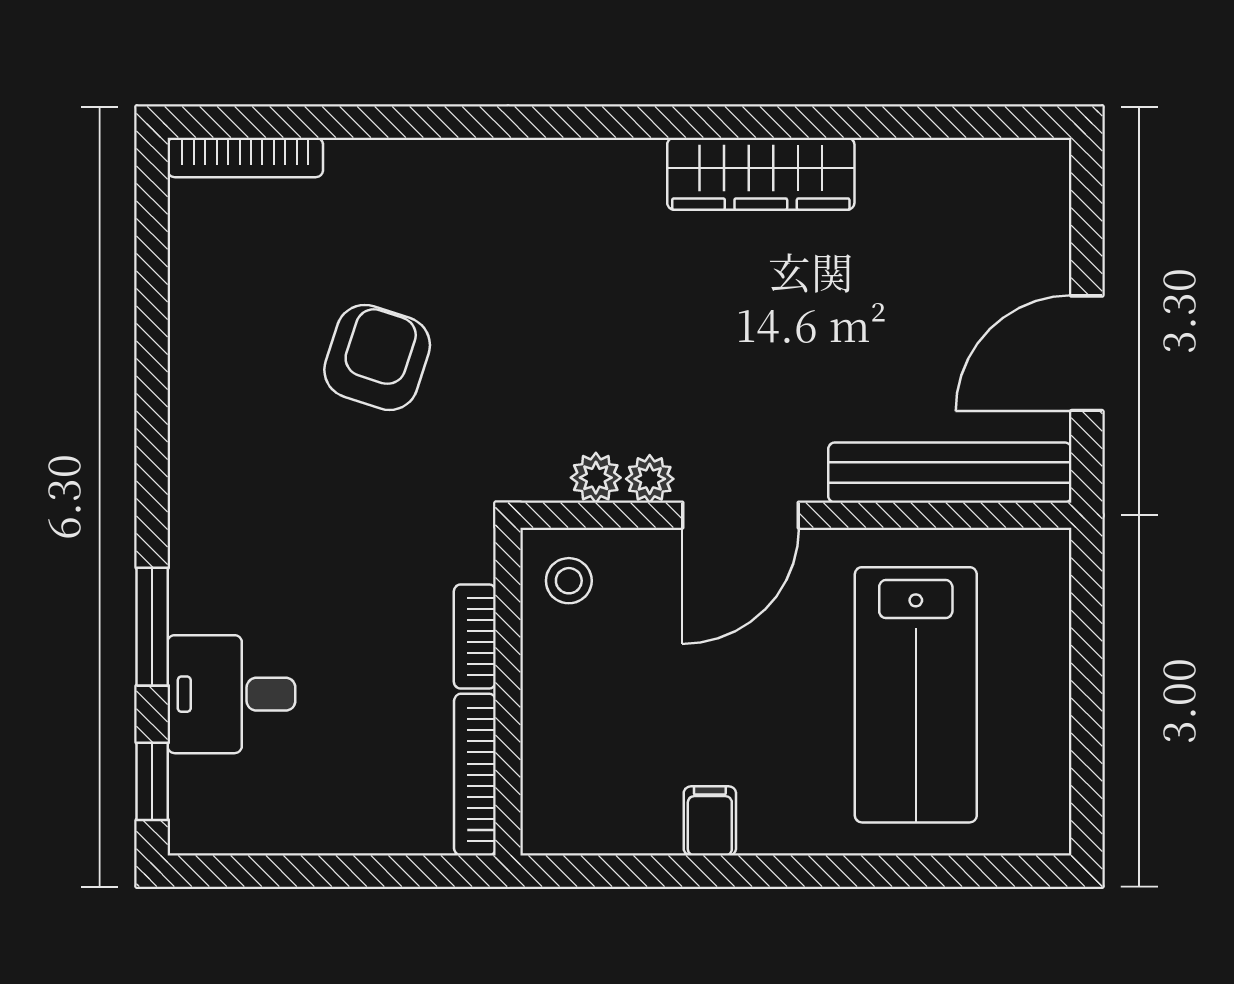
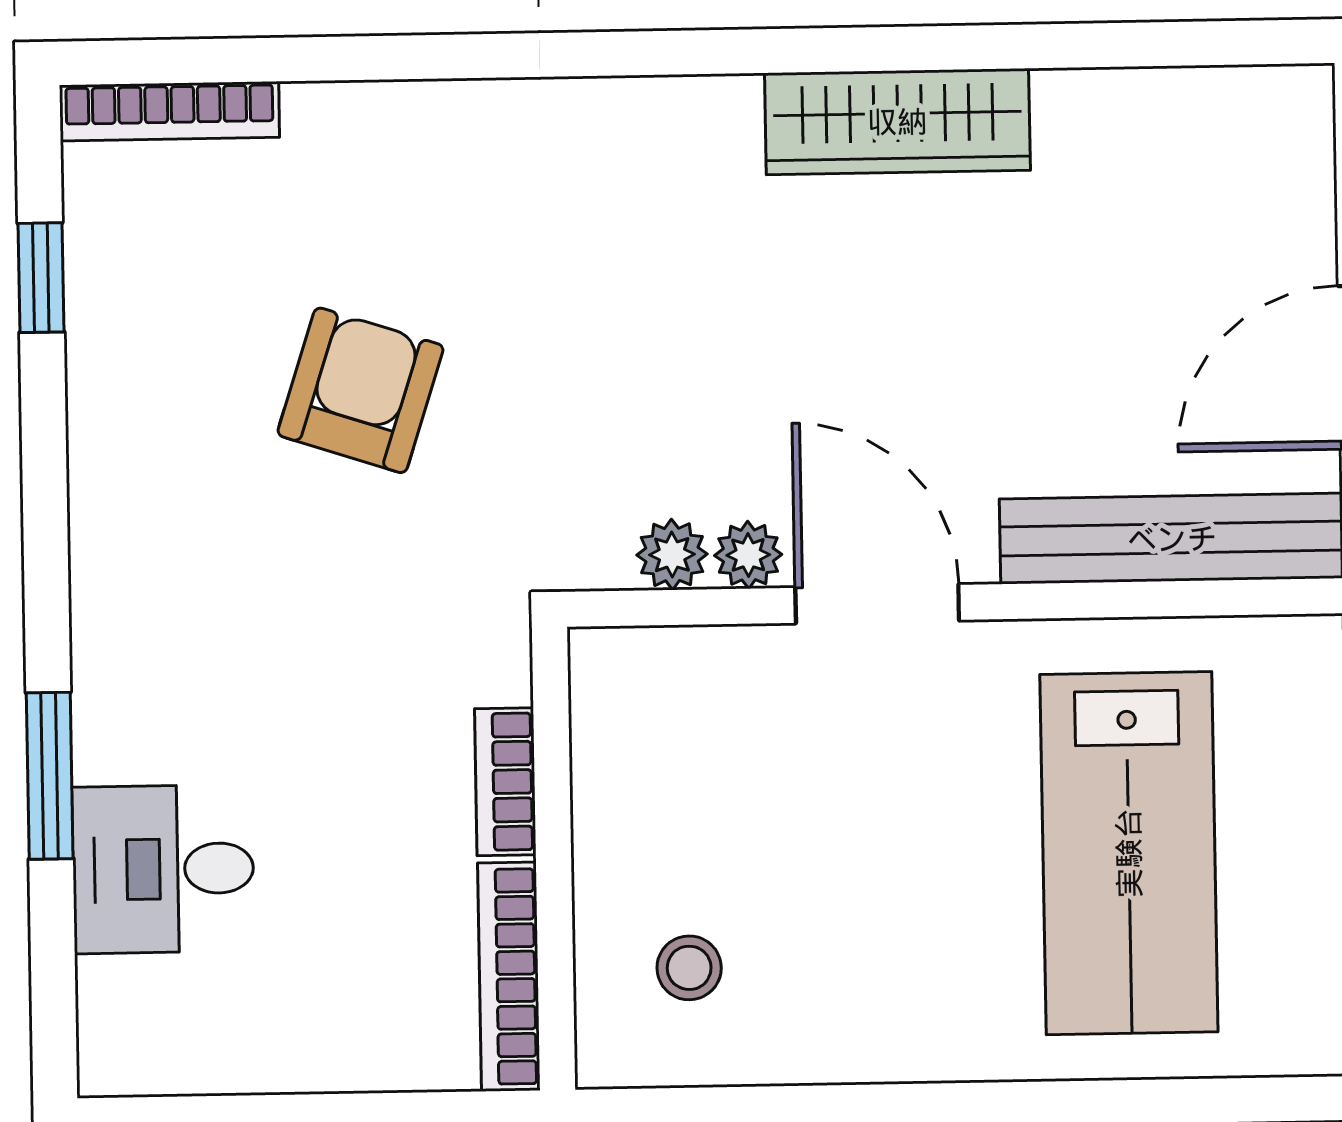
door: (740, 515) -> (877, 604), swing flipped
stool: (569, 581) -> (689, 968), moved
window: (152, 781) -> (41, 278), moved
filing cabinet: (710, 821) -> (841, 1036), removed

